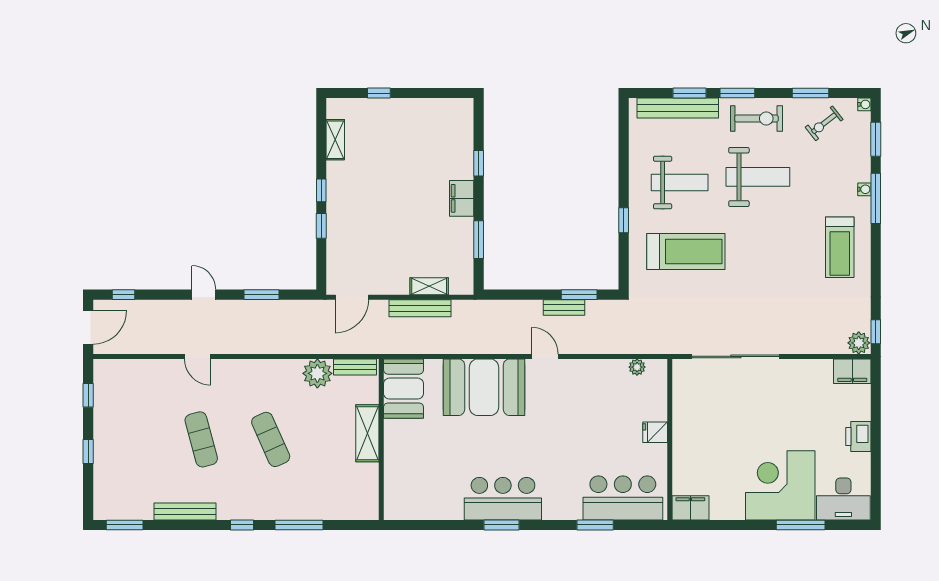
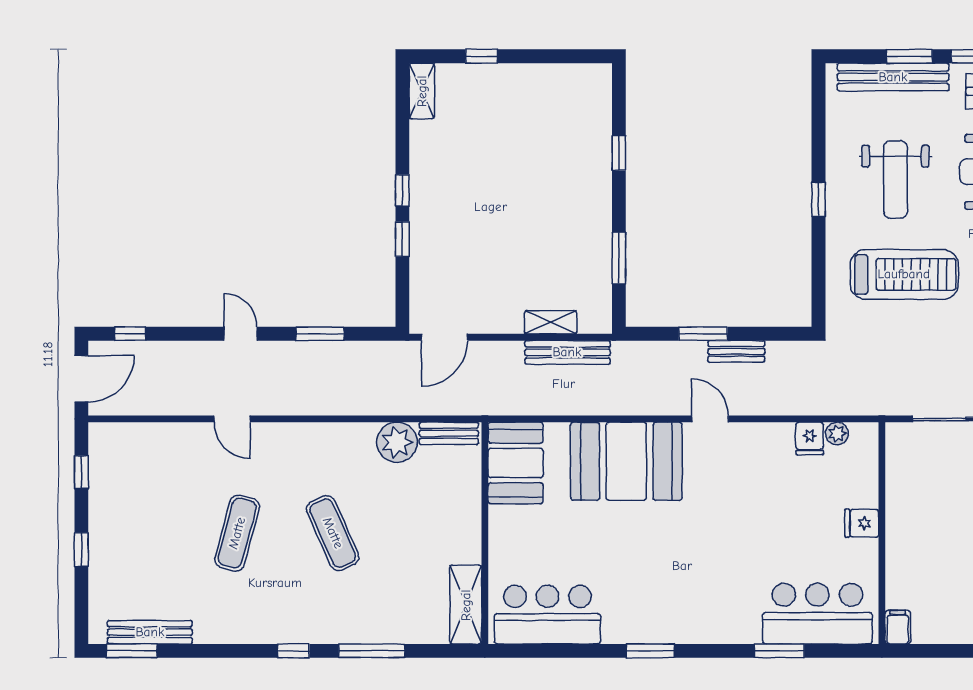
shelving: (335, 140) -> (422, 91), moved
weight bench: (680, 183) -> (895, 180), turned 90
filing cabinet: (462, 198) -> (595, 201), removed
window: (624, 220) -> (818, 199), moved
window: (579, 295) -> (703, 334), moved
bench: (420, 308) -> (567, 352), moved
fridge: (617, 371) -> (810, 438), added
shelving: (367, 433) -> (466, 605), moved
exercise mat: (201, 439) -> (237, 533), turned 30
bar counter: (503, 499) -> (548, 615), moved
filing cabinet: (690, 508) -> (898, 627), width x0.50
bench: (185, 511) -> (150, 632), moved

